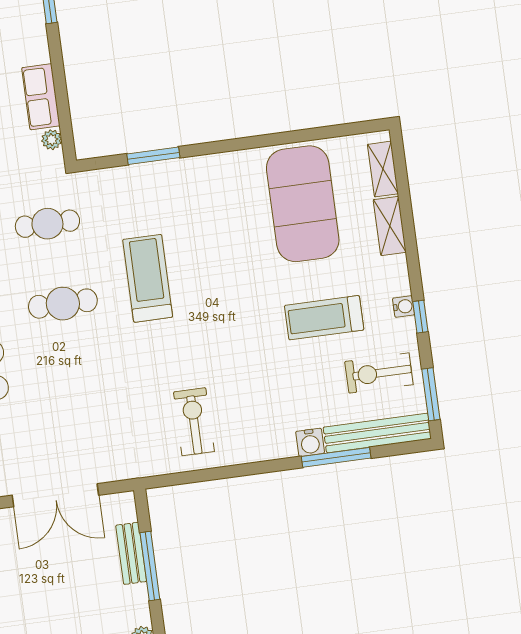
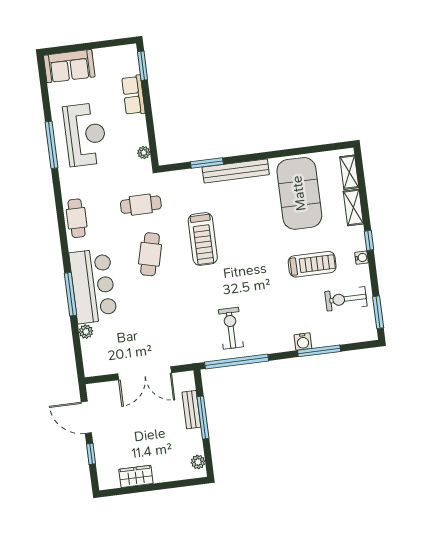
row of seats: (41, 97) -> (133, 95), moved
treadmill: (148, 278) -> (203, 239), turned 180
cafe table: (63, 304) -> (150, 254), turned -76
window: (420, 317) -> (369, 240), moved
treadmill: (324, 318) -> (312, 264), turned 180
bench: (377, 433) -> (236, 171), moved
window: (204, 475) -> (237, 361), added

